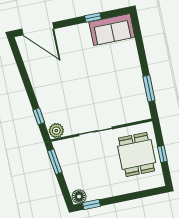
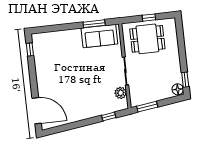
window: (93, 18) -> (30, 49), moved
door: (38, 29) -> (37, 111), hinge flipped
sofa: (112, 30) -> (99, 36), moved, turned 90
plant: (56, 131) -> (121, 93), moved

